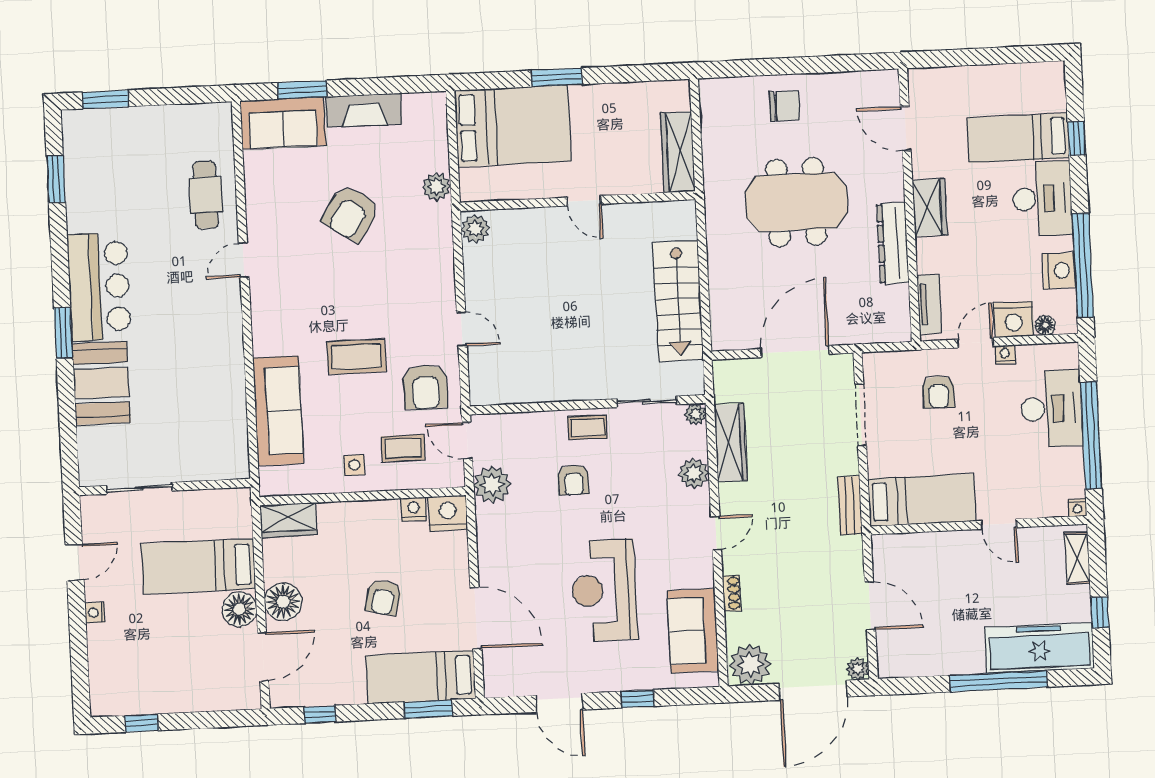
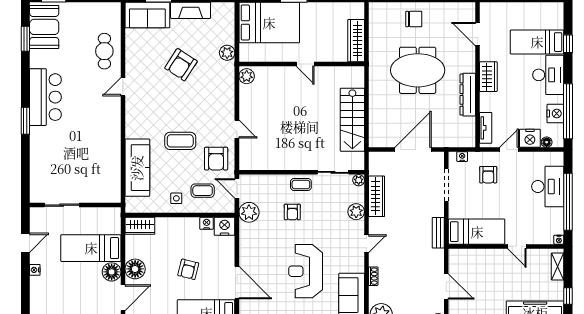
nightstand: (1005, 355) -> (462, 157), moved
booth: (101, 383) -> (44, 27), moved

